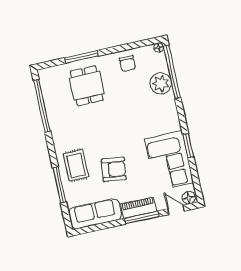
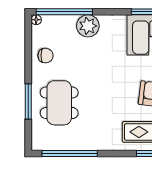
plant: (161, 83) -> (88, 26), moved
dining table: (87, 86) -> (59, 103), width x1.38

